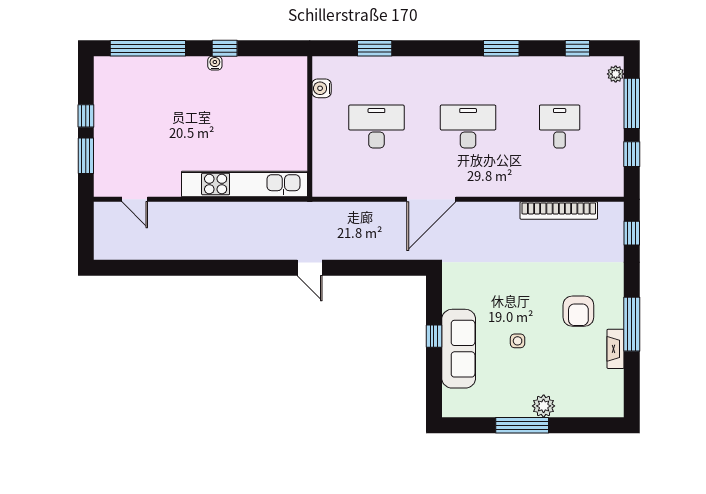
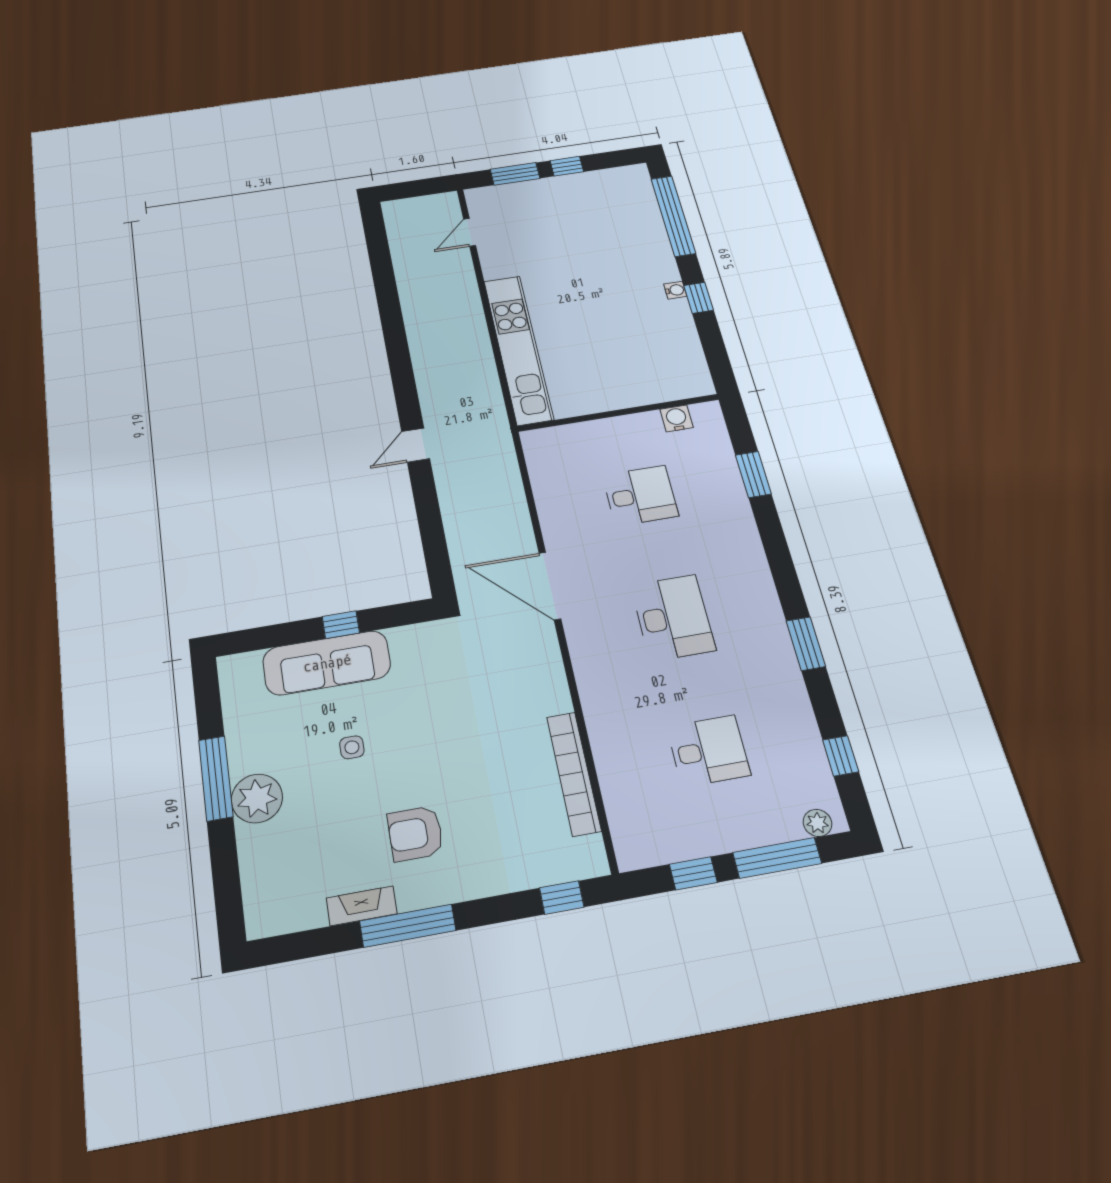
desk: (376, 127) -> (640, 496), width x0.73
plant: (544, 406) -> (257, 798), width x1.36, depth x1.36

